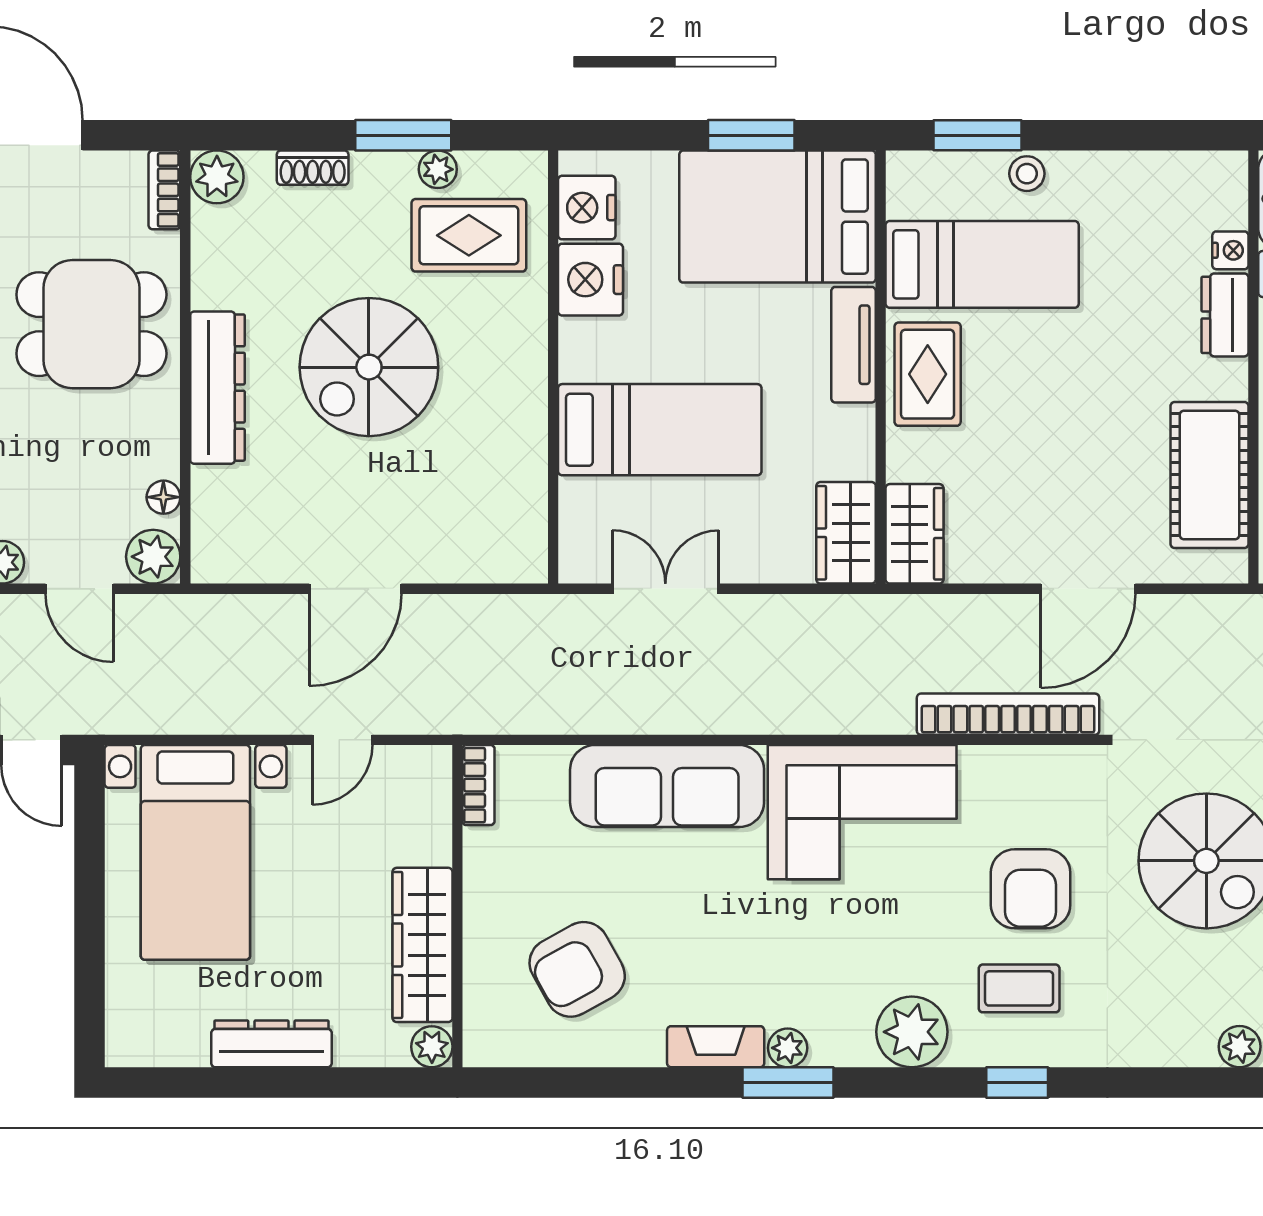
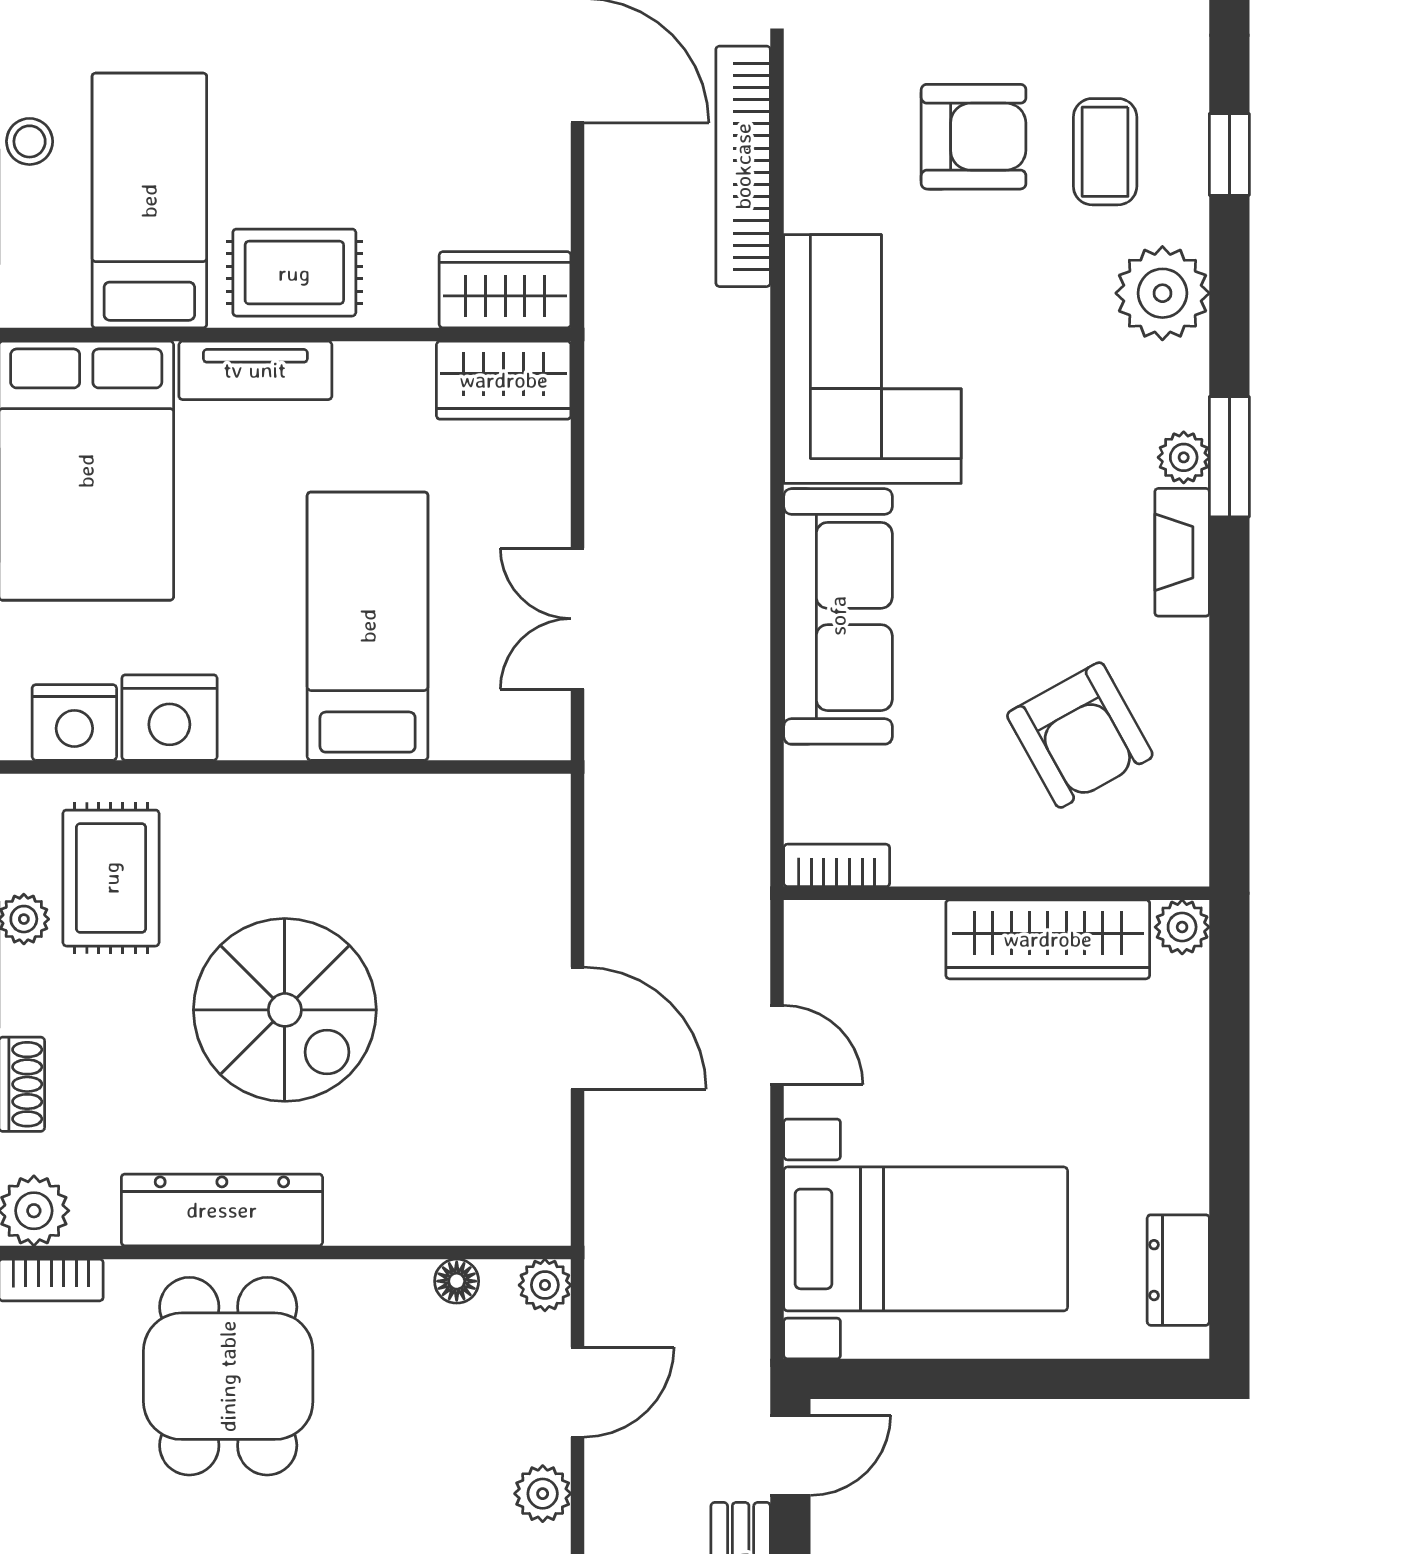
dresser: (217, 388) -> (222, 1210), moved
plant: (153, 557) -> (545, 1285), width x0.73, depth x0.73
dresser: (271, 1044) -> (1178, 1270), moved, width x0.70

